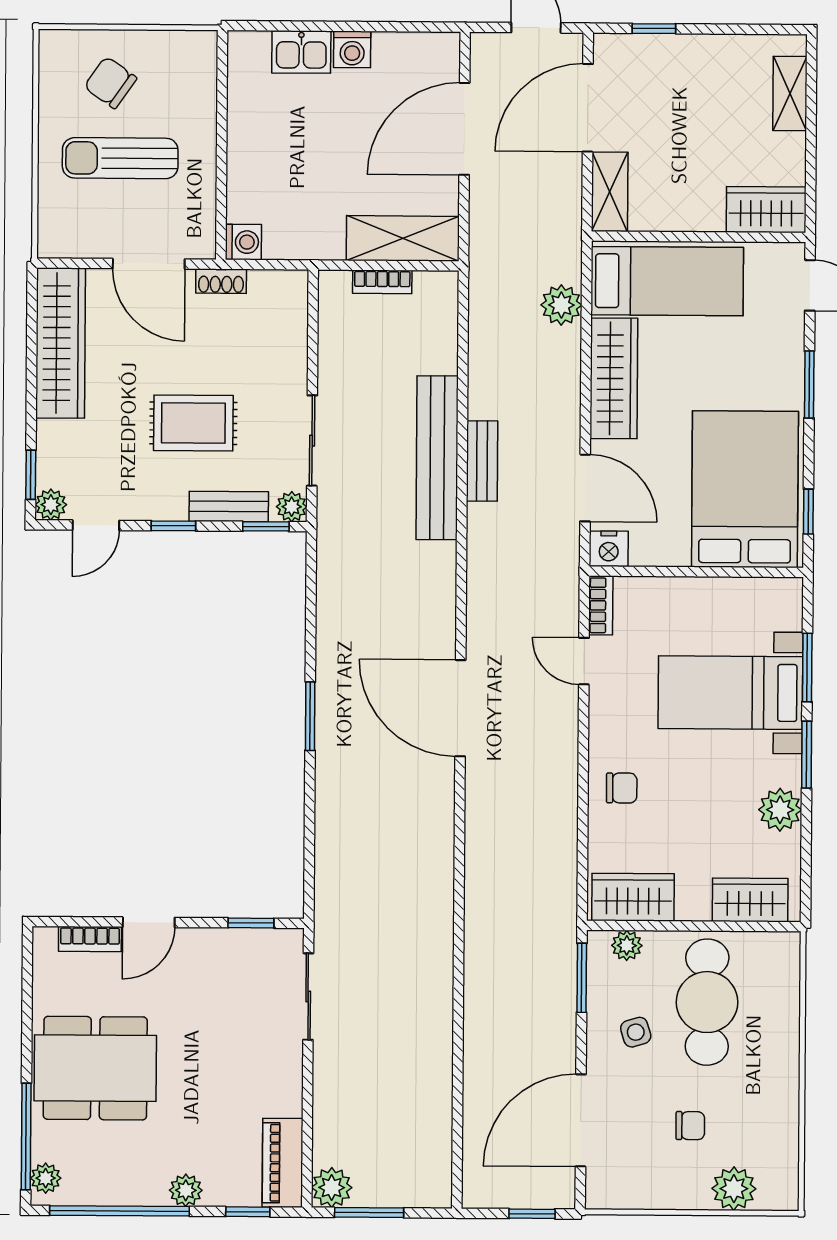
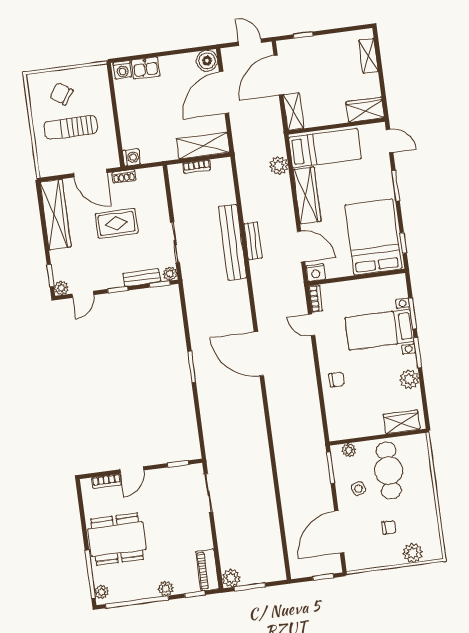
washing machine: (352, 49) -> (122, 70), moved
boiler: (437, 55) -> (207, 61), added
rug: (193, 423) -> (117, 223), moved
wardrobe: (633, 897) -> (349, 428), removed

